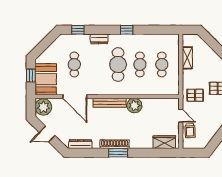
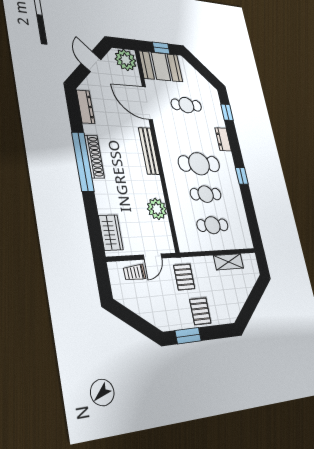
door: (75, 97) -> (147, 103), hinge flipped
plant: (134, 106) -> (157, 209), moved
window: (118, 153) -> (83, 162), width x2.11

